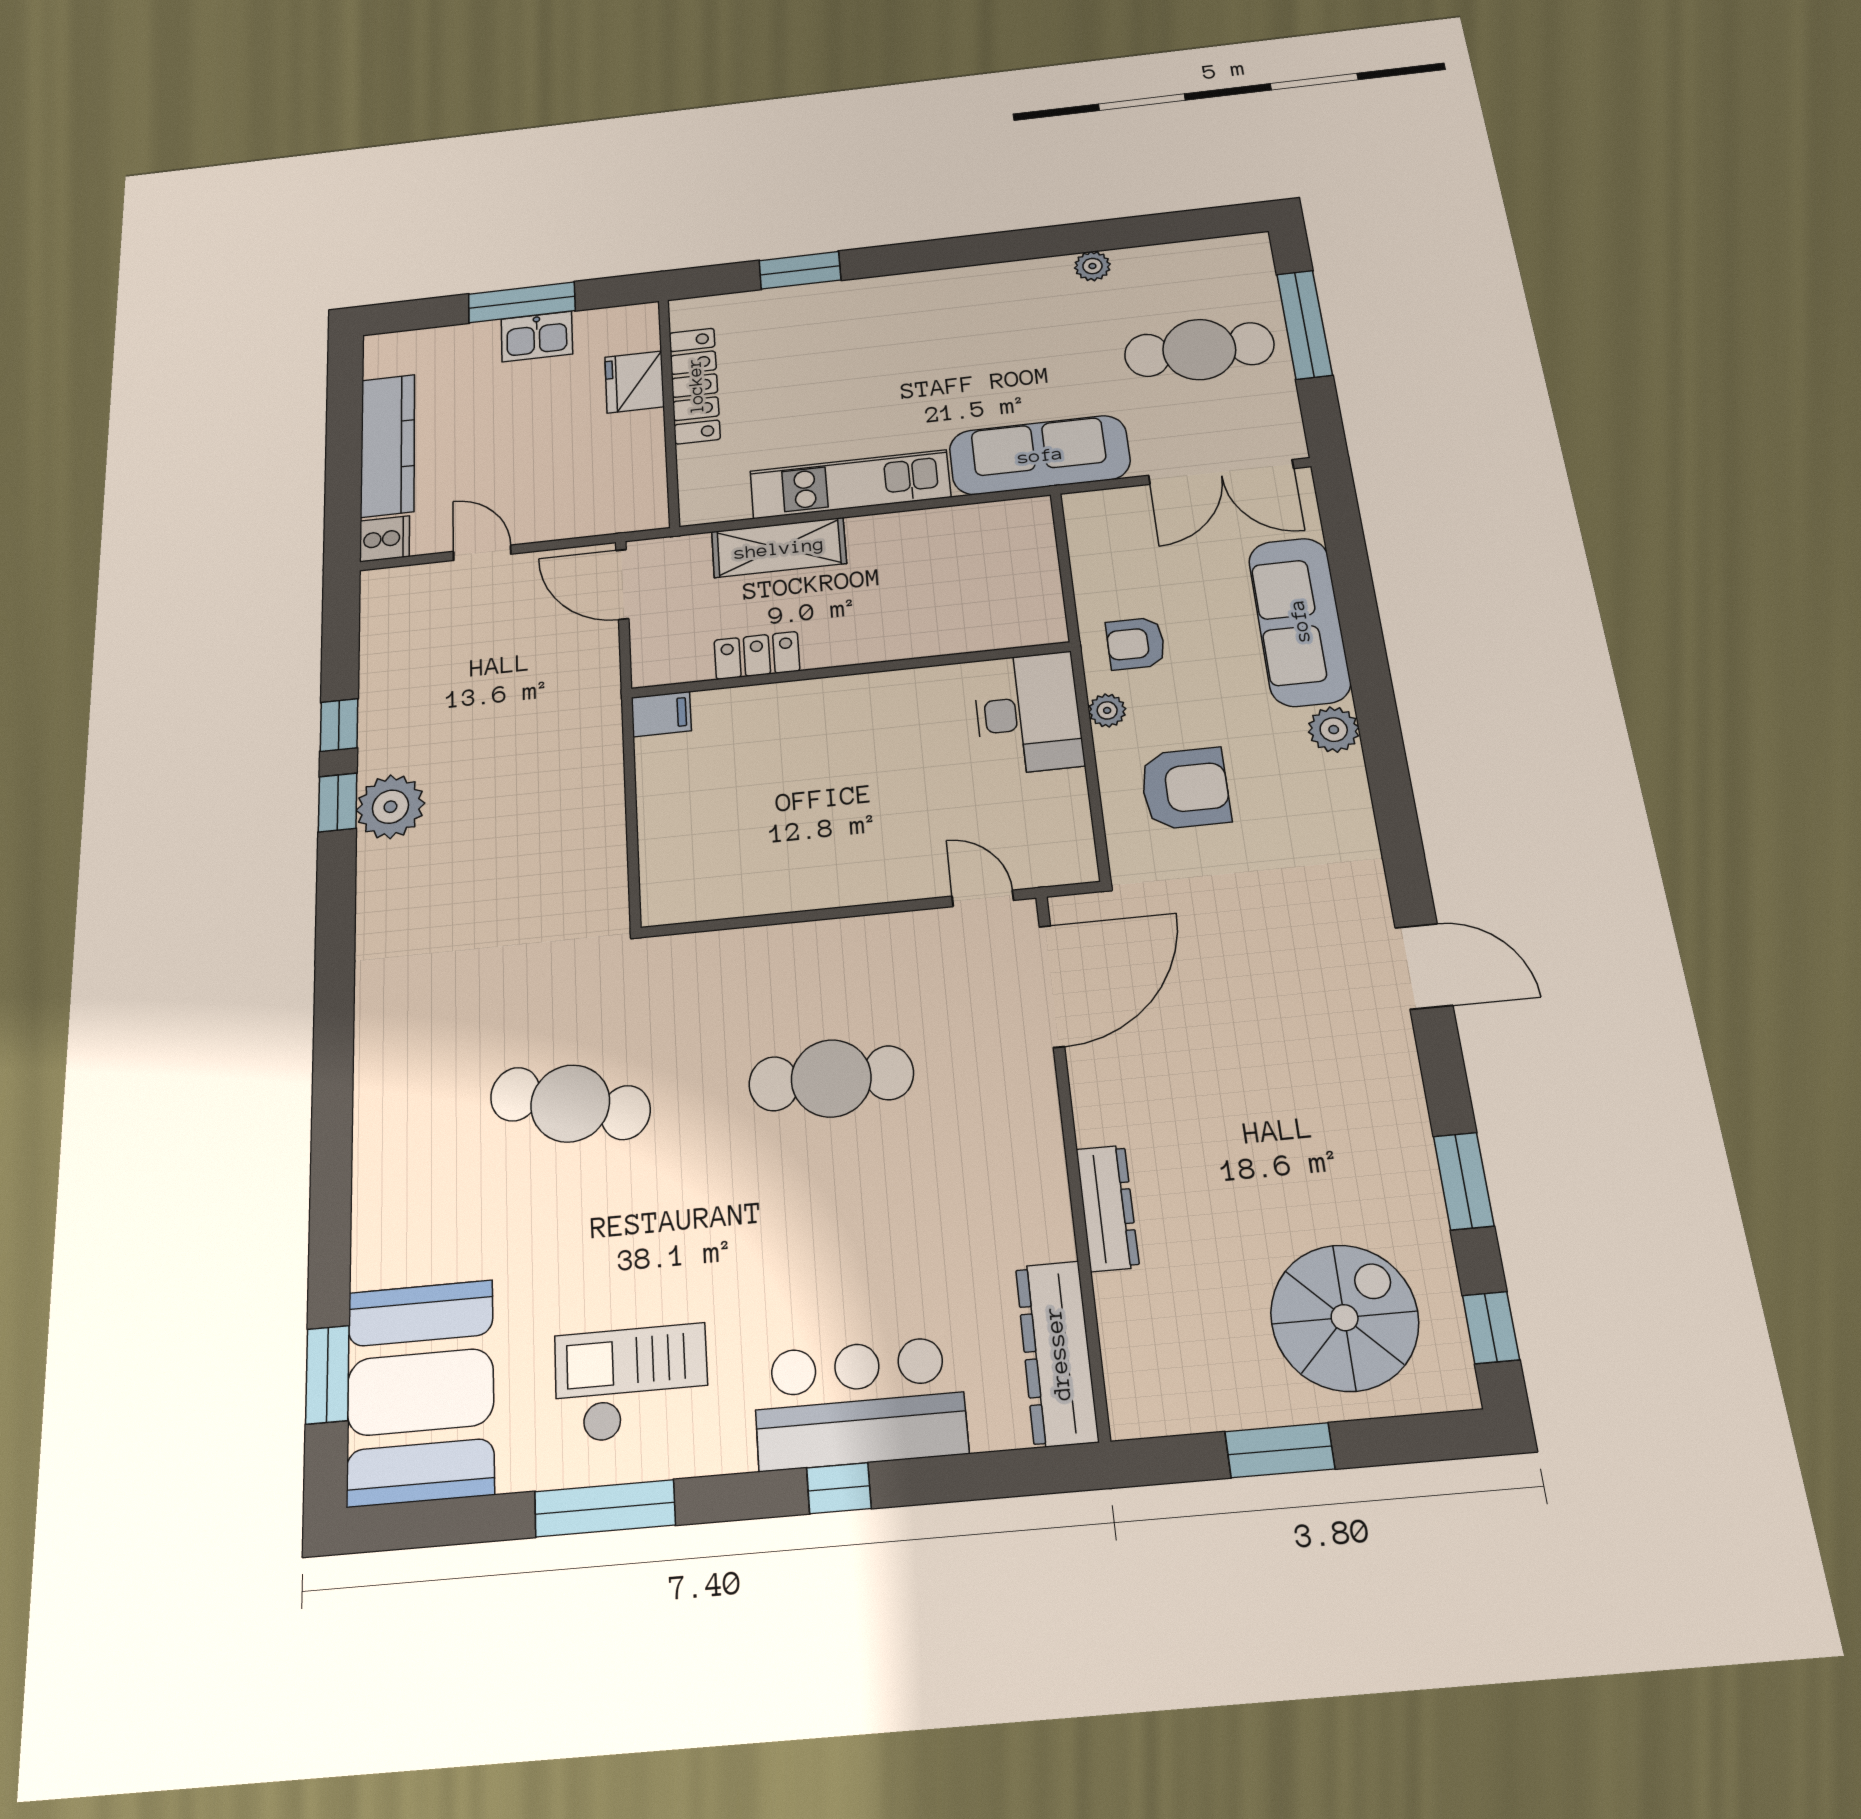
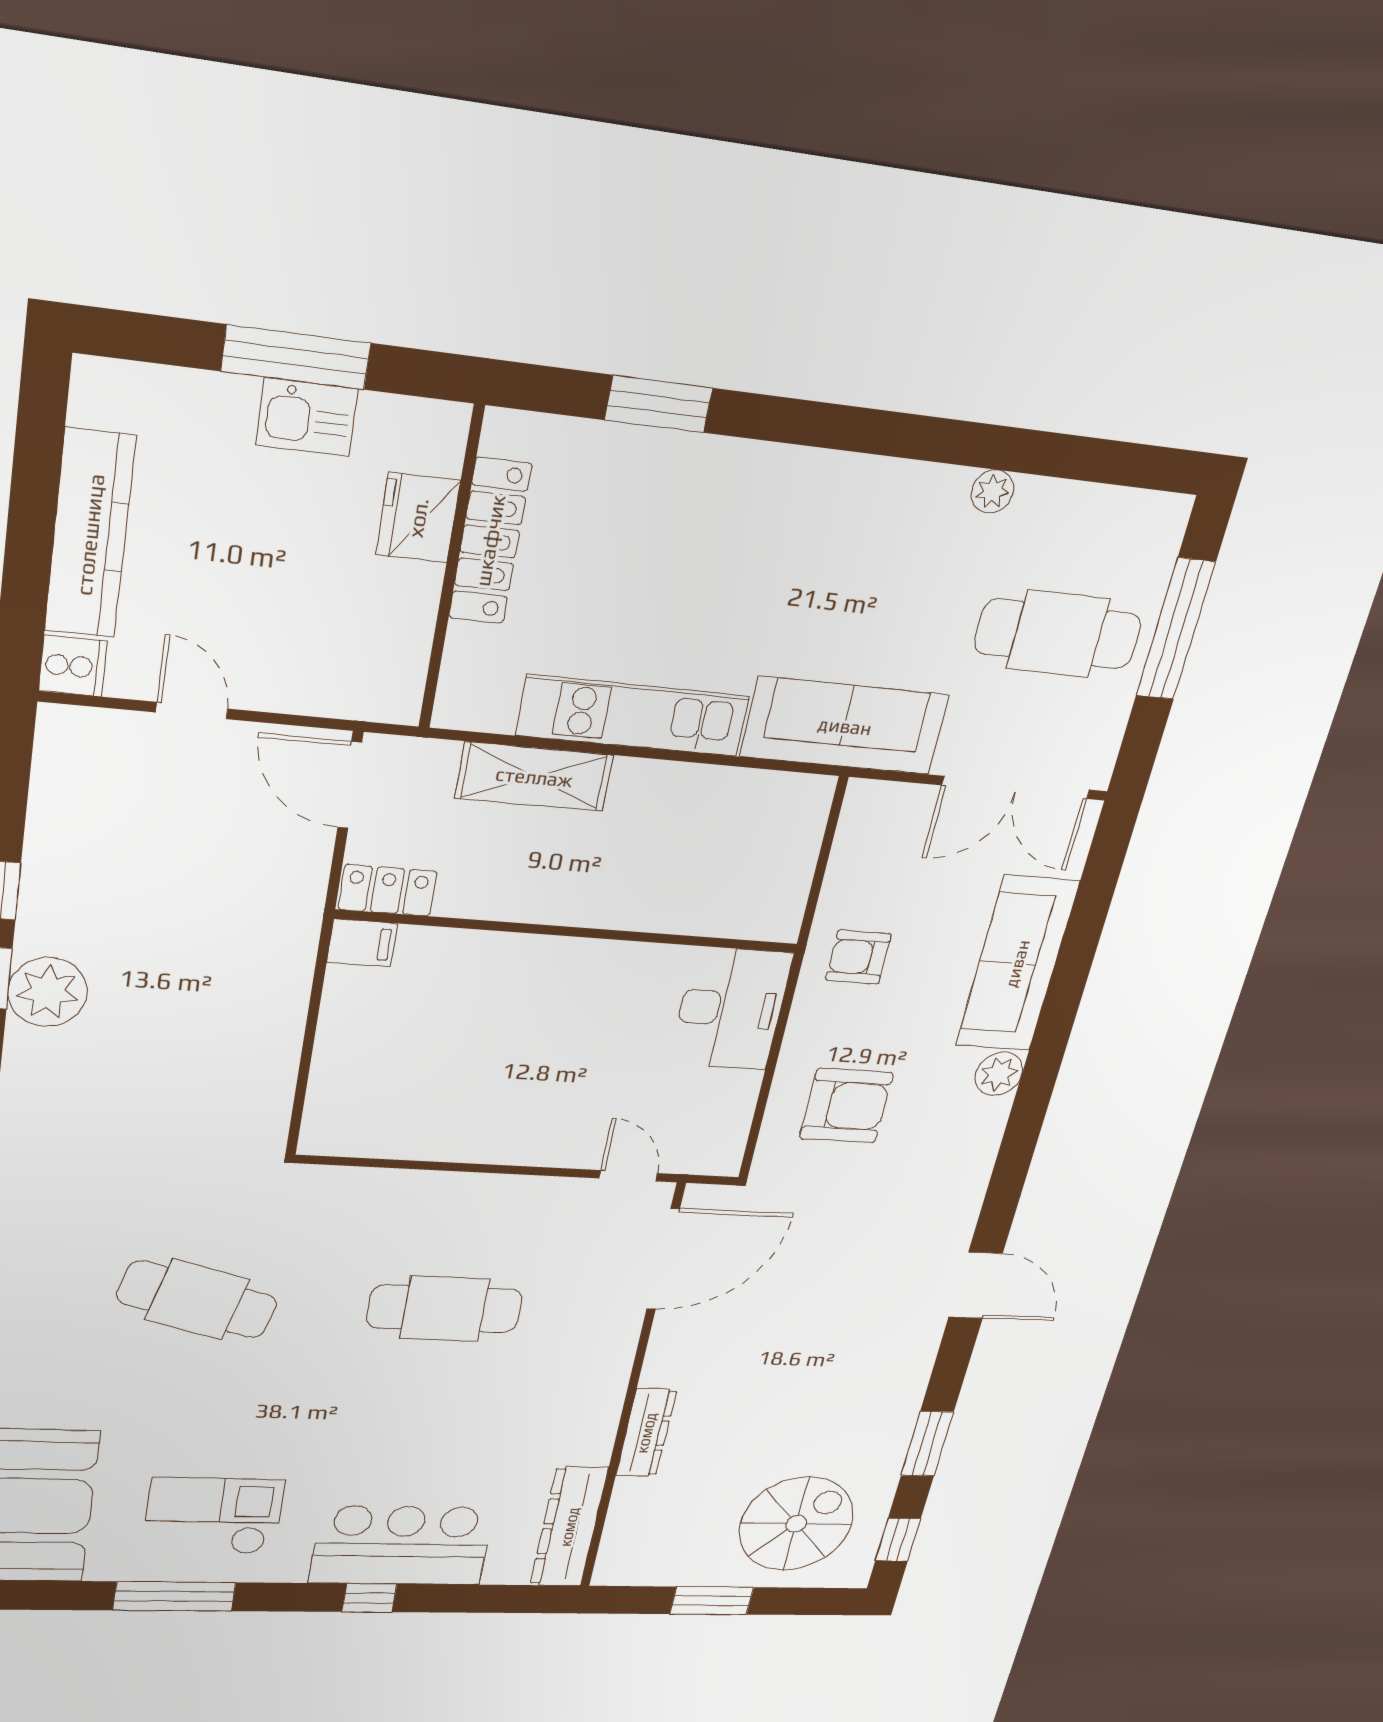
locker: (757, 655) -> (387, 890), moved
plant: (1107, 710) -> (806, 1019), removed

